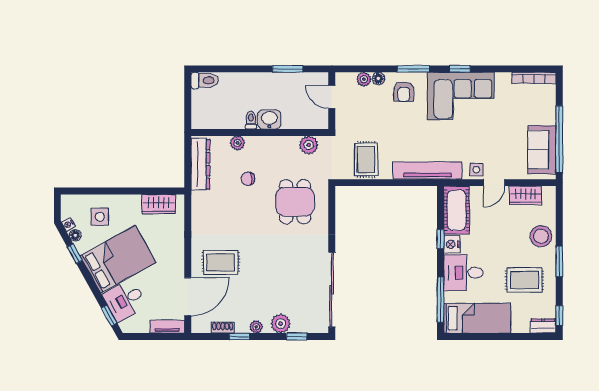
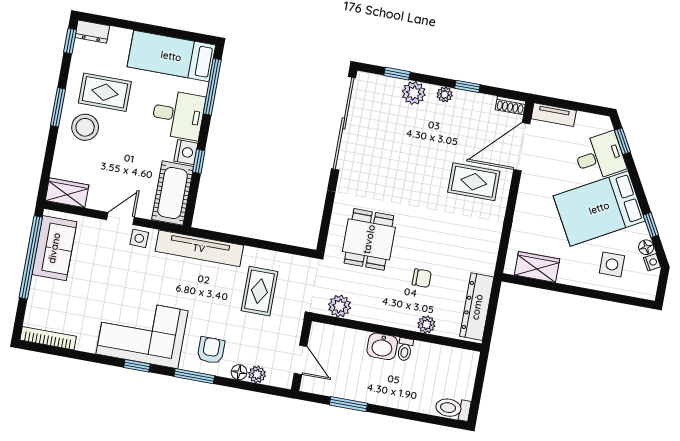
rug: (366, 159) -> (259, 291), moved
wardrobe: (525, 195) -> (67, 193), moved
stool: (541, 236) -> (85, 127), moved
shoe rack: (223, 328) -> (510, 106), moved

